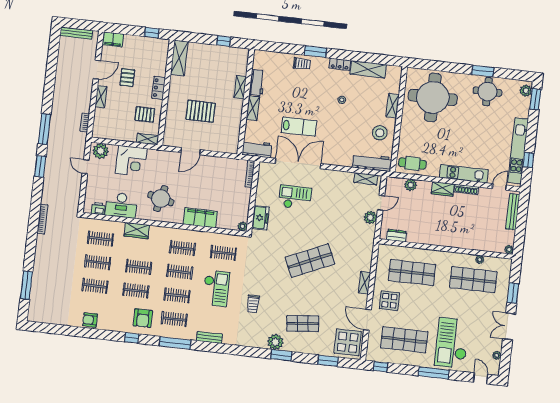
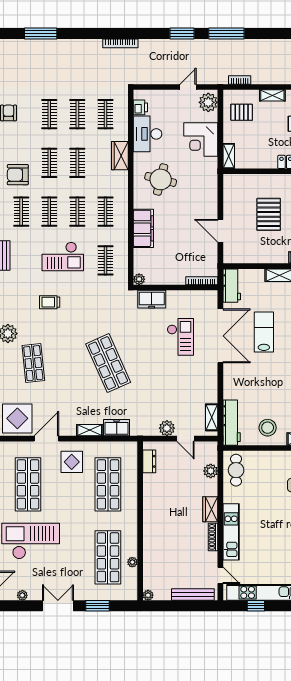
pallet: (145, 114) -> (242, 112), moved, turned 90
lab bench: (299, 127) -> (264, 332), turned 180
door: (191, 151) -> (220, 231), moved
freezer: (365, 260) -> (117, 428), added

